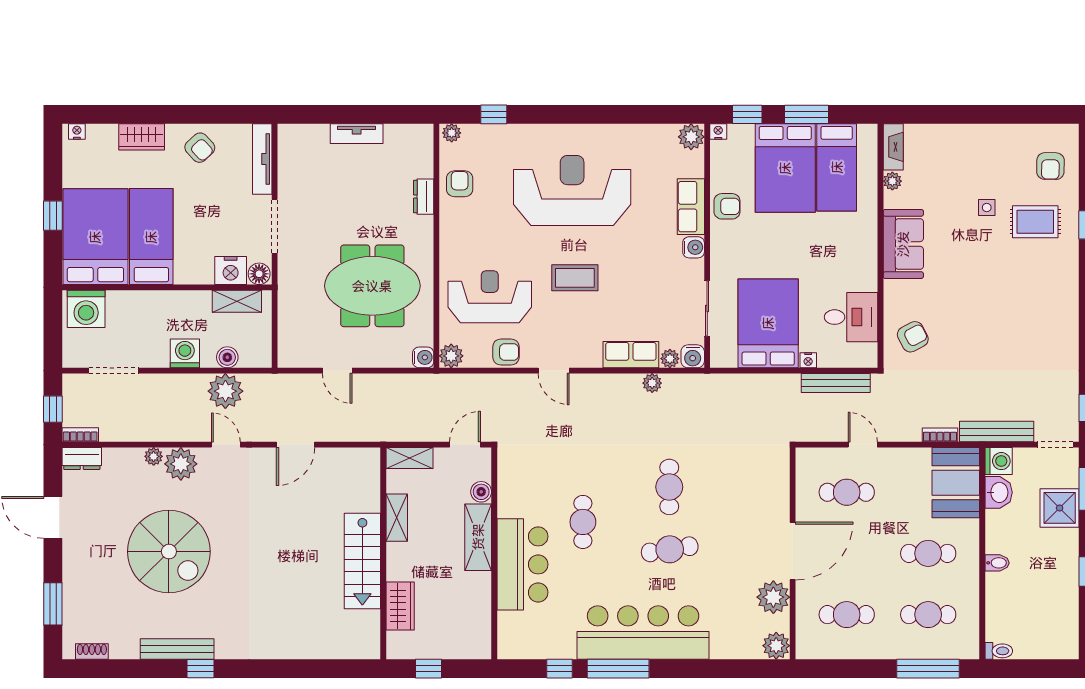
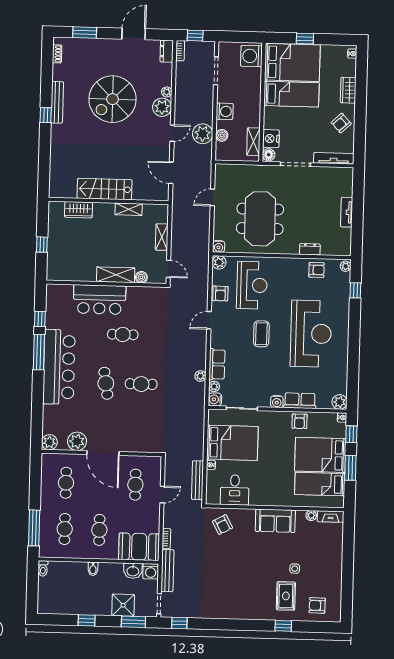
shelving: (397, 518) -> (129, 209), moved
wall: (383, 553) -> (109, 201), moved
stairs: (362, 561) -> (105, 189), moved
wardrobe: (400, 606) -> (79, 210), moved

